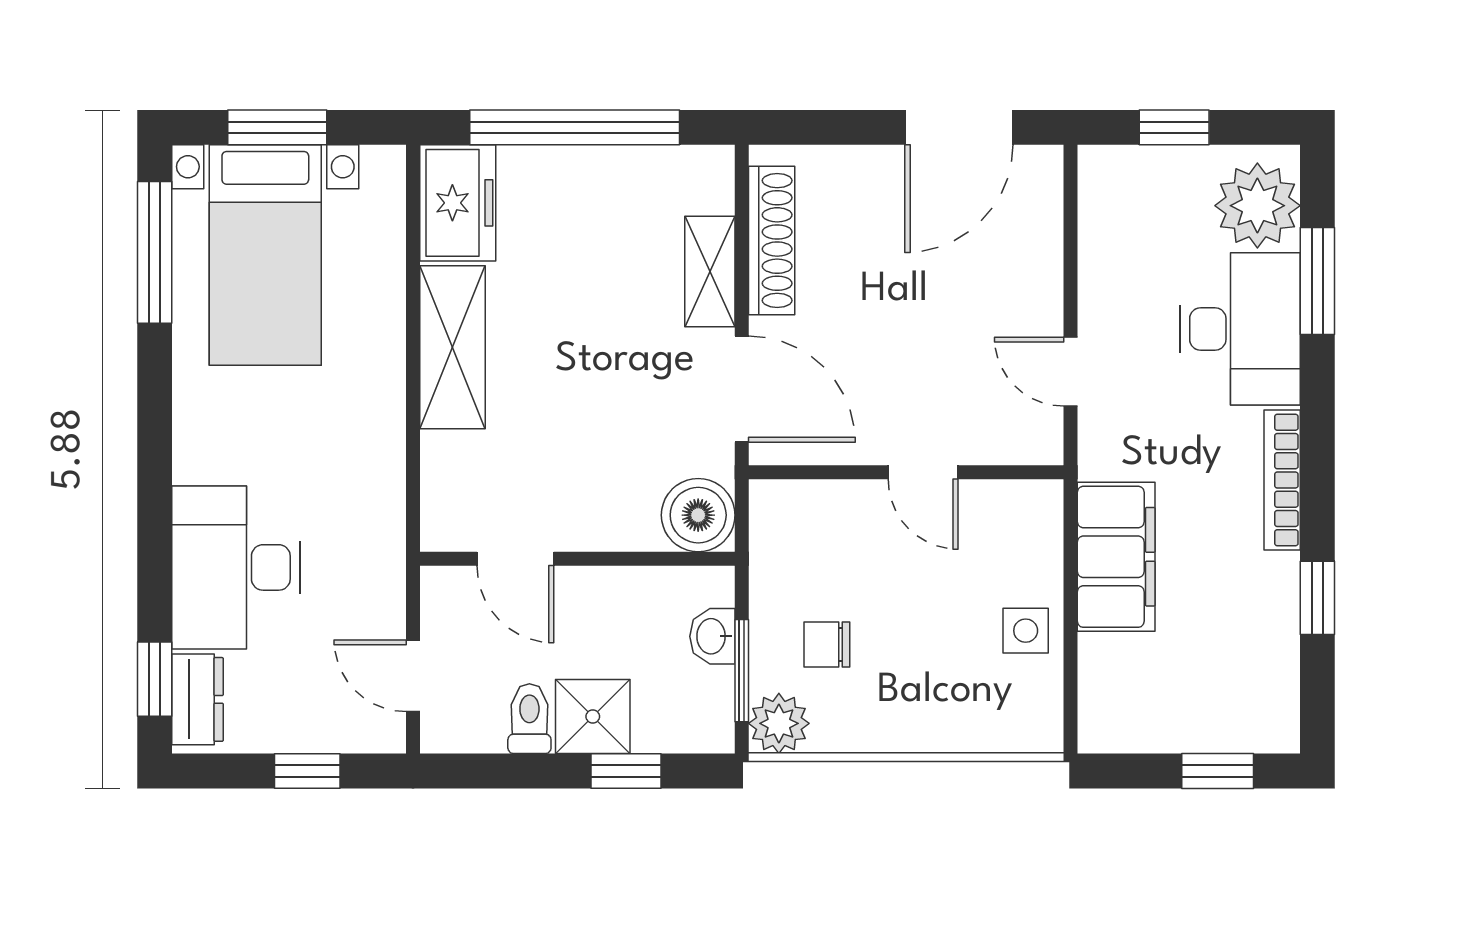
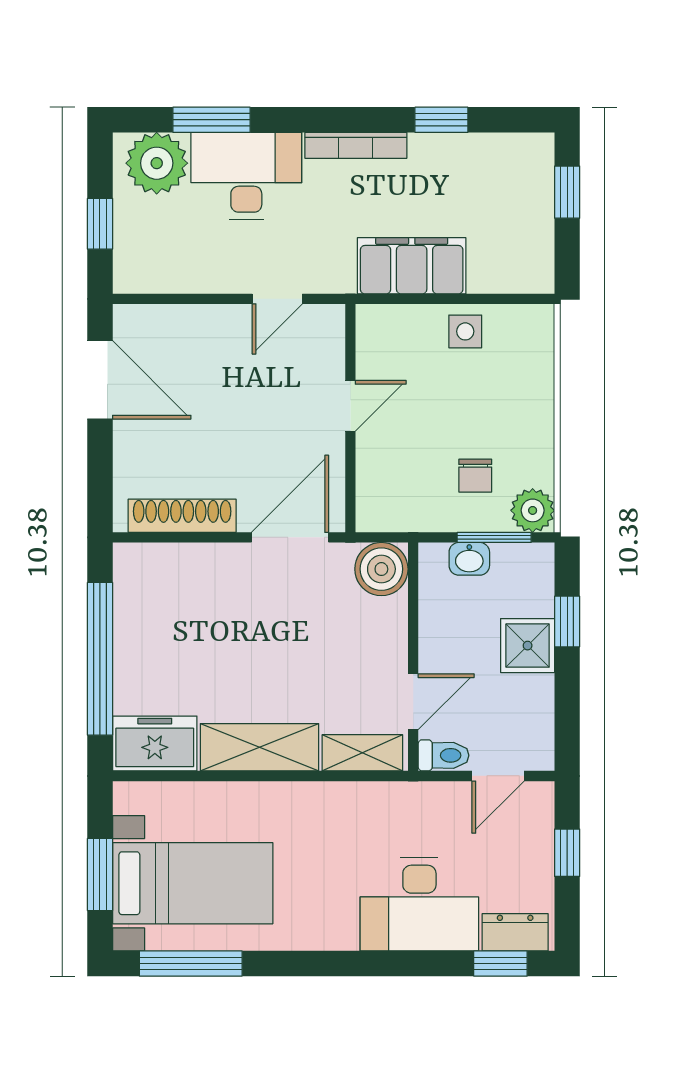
shelving: (710, 271) -> (362, 753), moved
toilet: (529, 719) -> (443, 755), moved, turned 180

